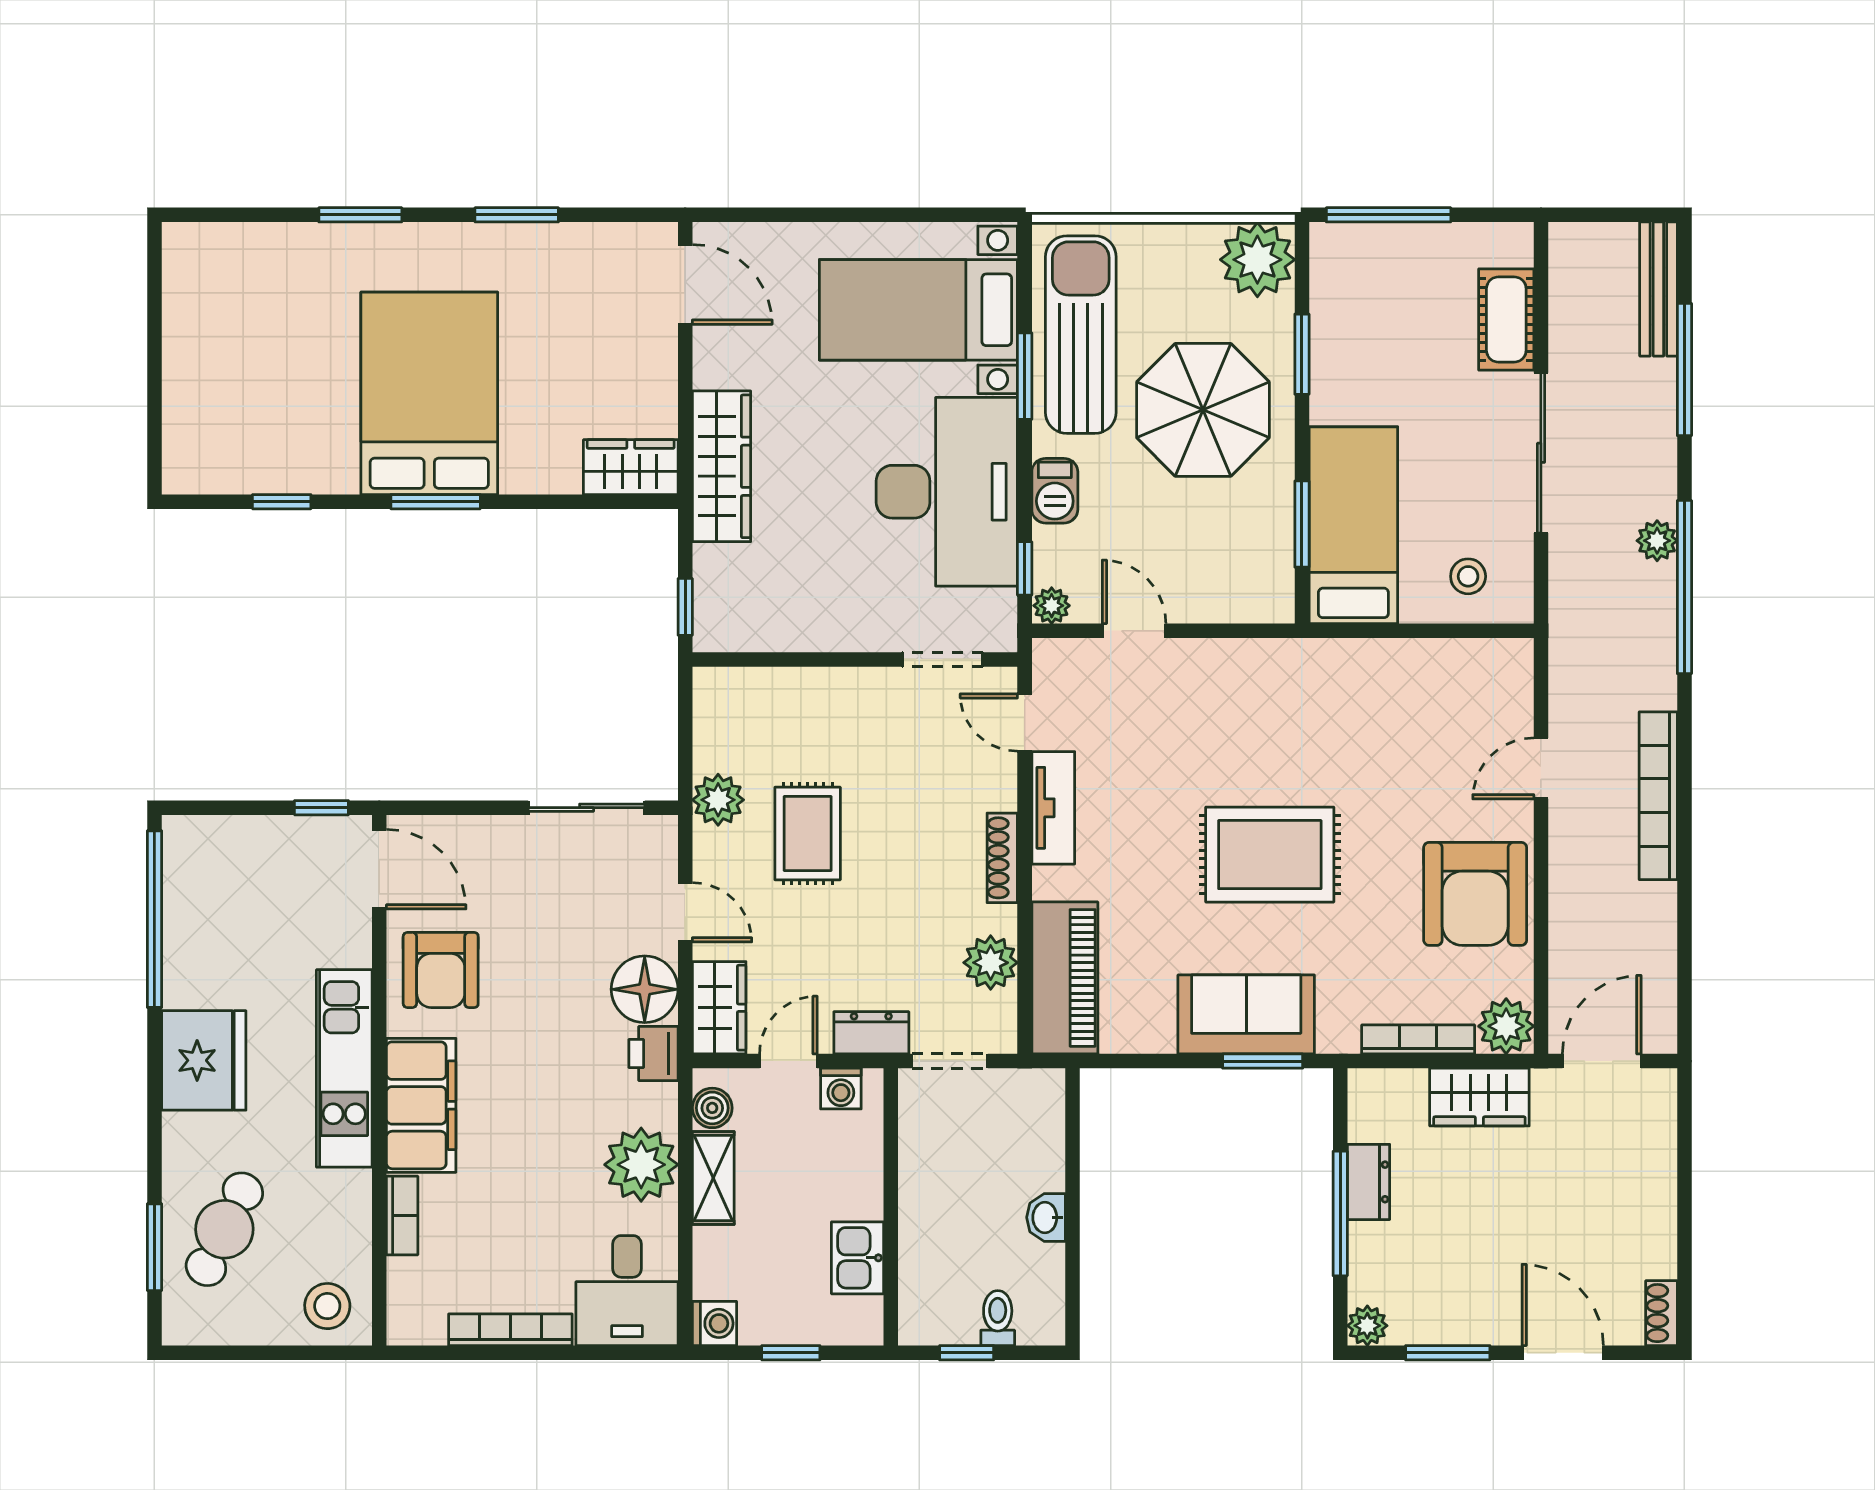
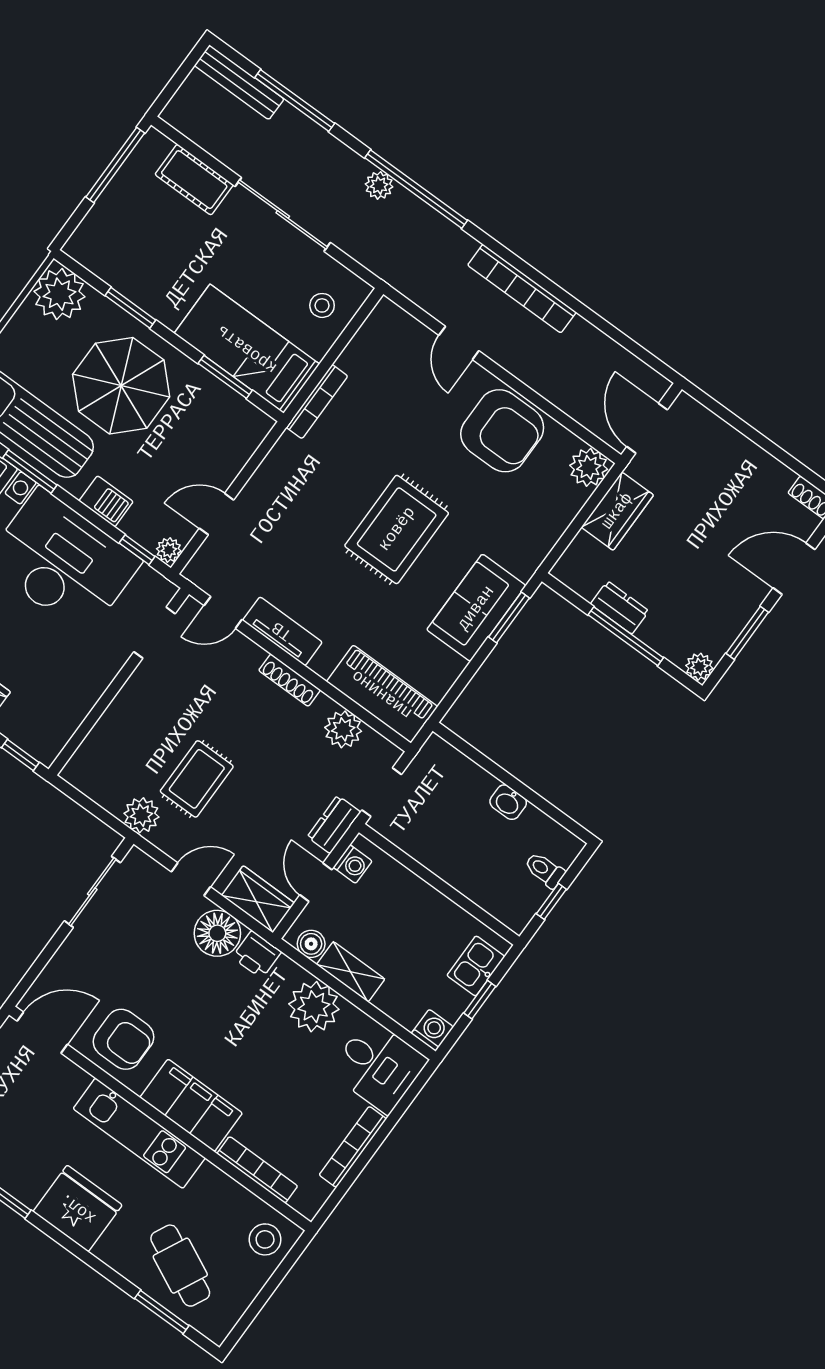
window: (1389, 215) -> (115, 165), moved
rug: (808, 833) -> (197, 779), turned 90
bookcase: (1418, 1039) -> (317, 402), moved, turned 180
bookcase: (402, 1215) -> (257, 1170), width x1.56
kitchen sink: (857, 1258) -> (476, 966), moved, turned 90

